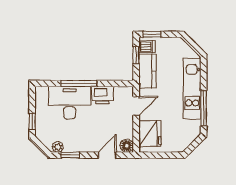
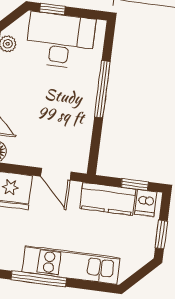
window: (152, 34) -> (161, 235), moved
printer: (102, 95) -> (79, 124), removed
desk: (70, 103) -> (60, 41), moved, turned -90

